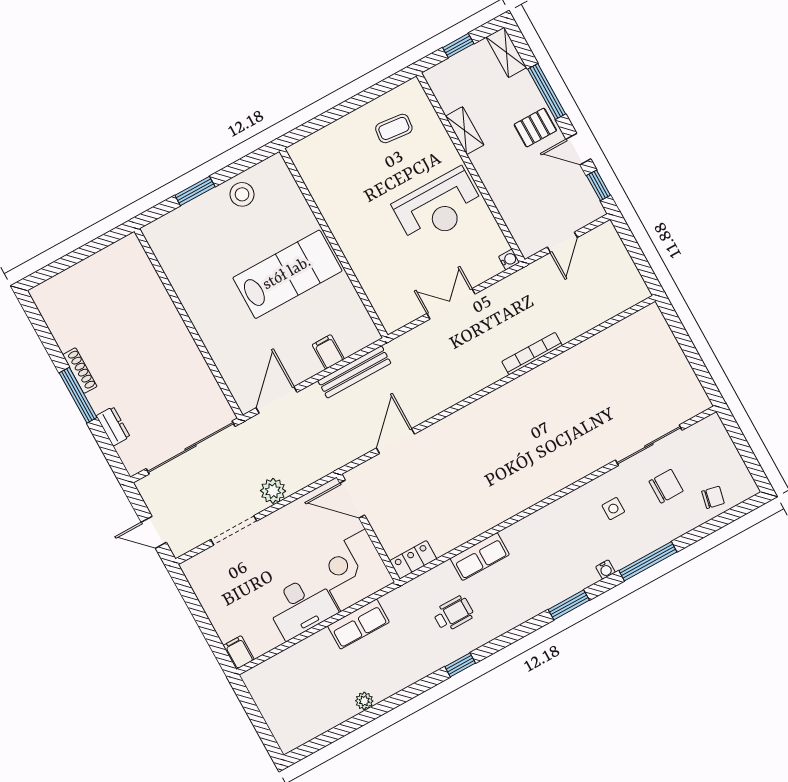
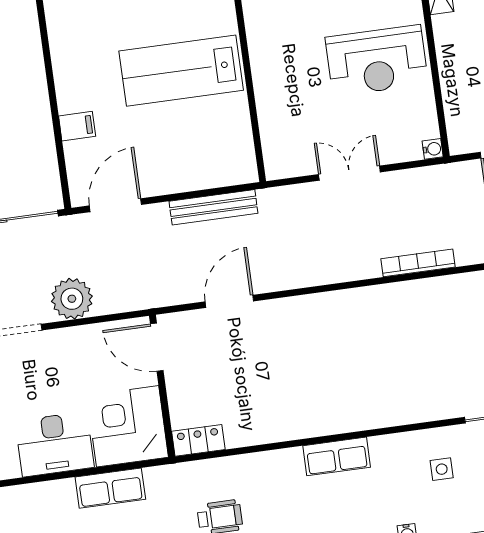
lab bench: (287, 274) -> (181, 71), turned 180
filing cabinet: (328, 352) -> (77, 126), moved, turned 90
plant: (273, 491) -> (72, 299), width x1.36, depth x1.36
row of seats: (480, 557) -> (337, 456), moved

